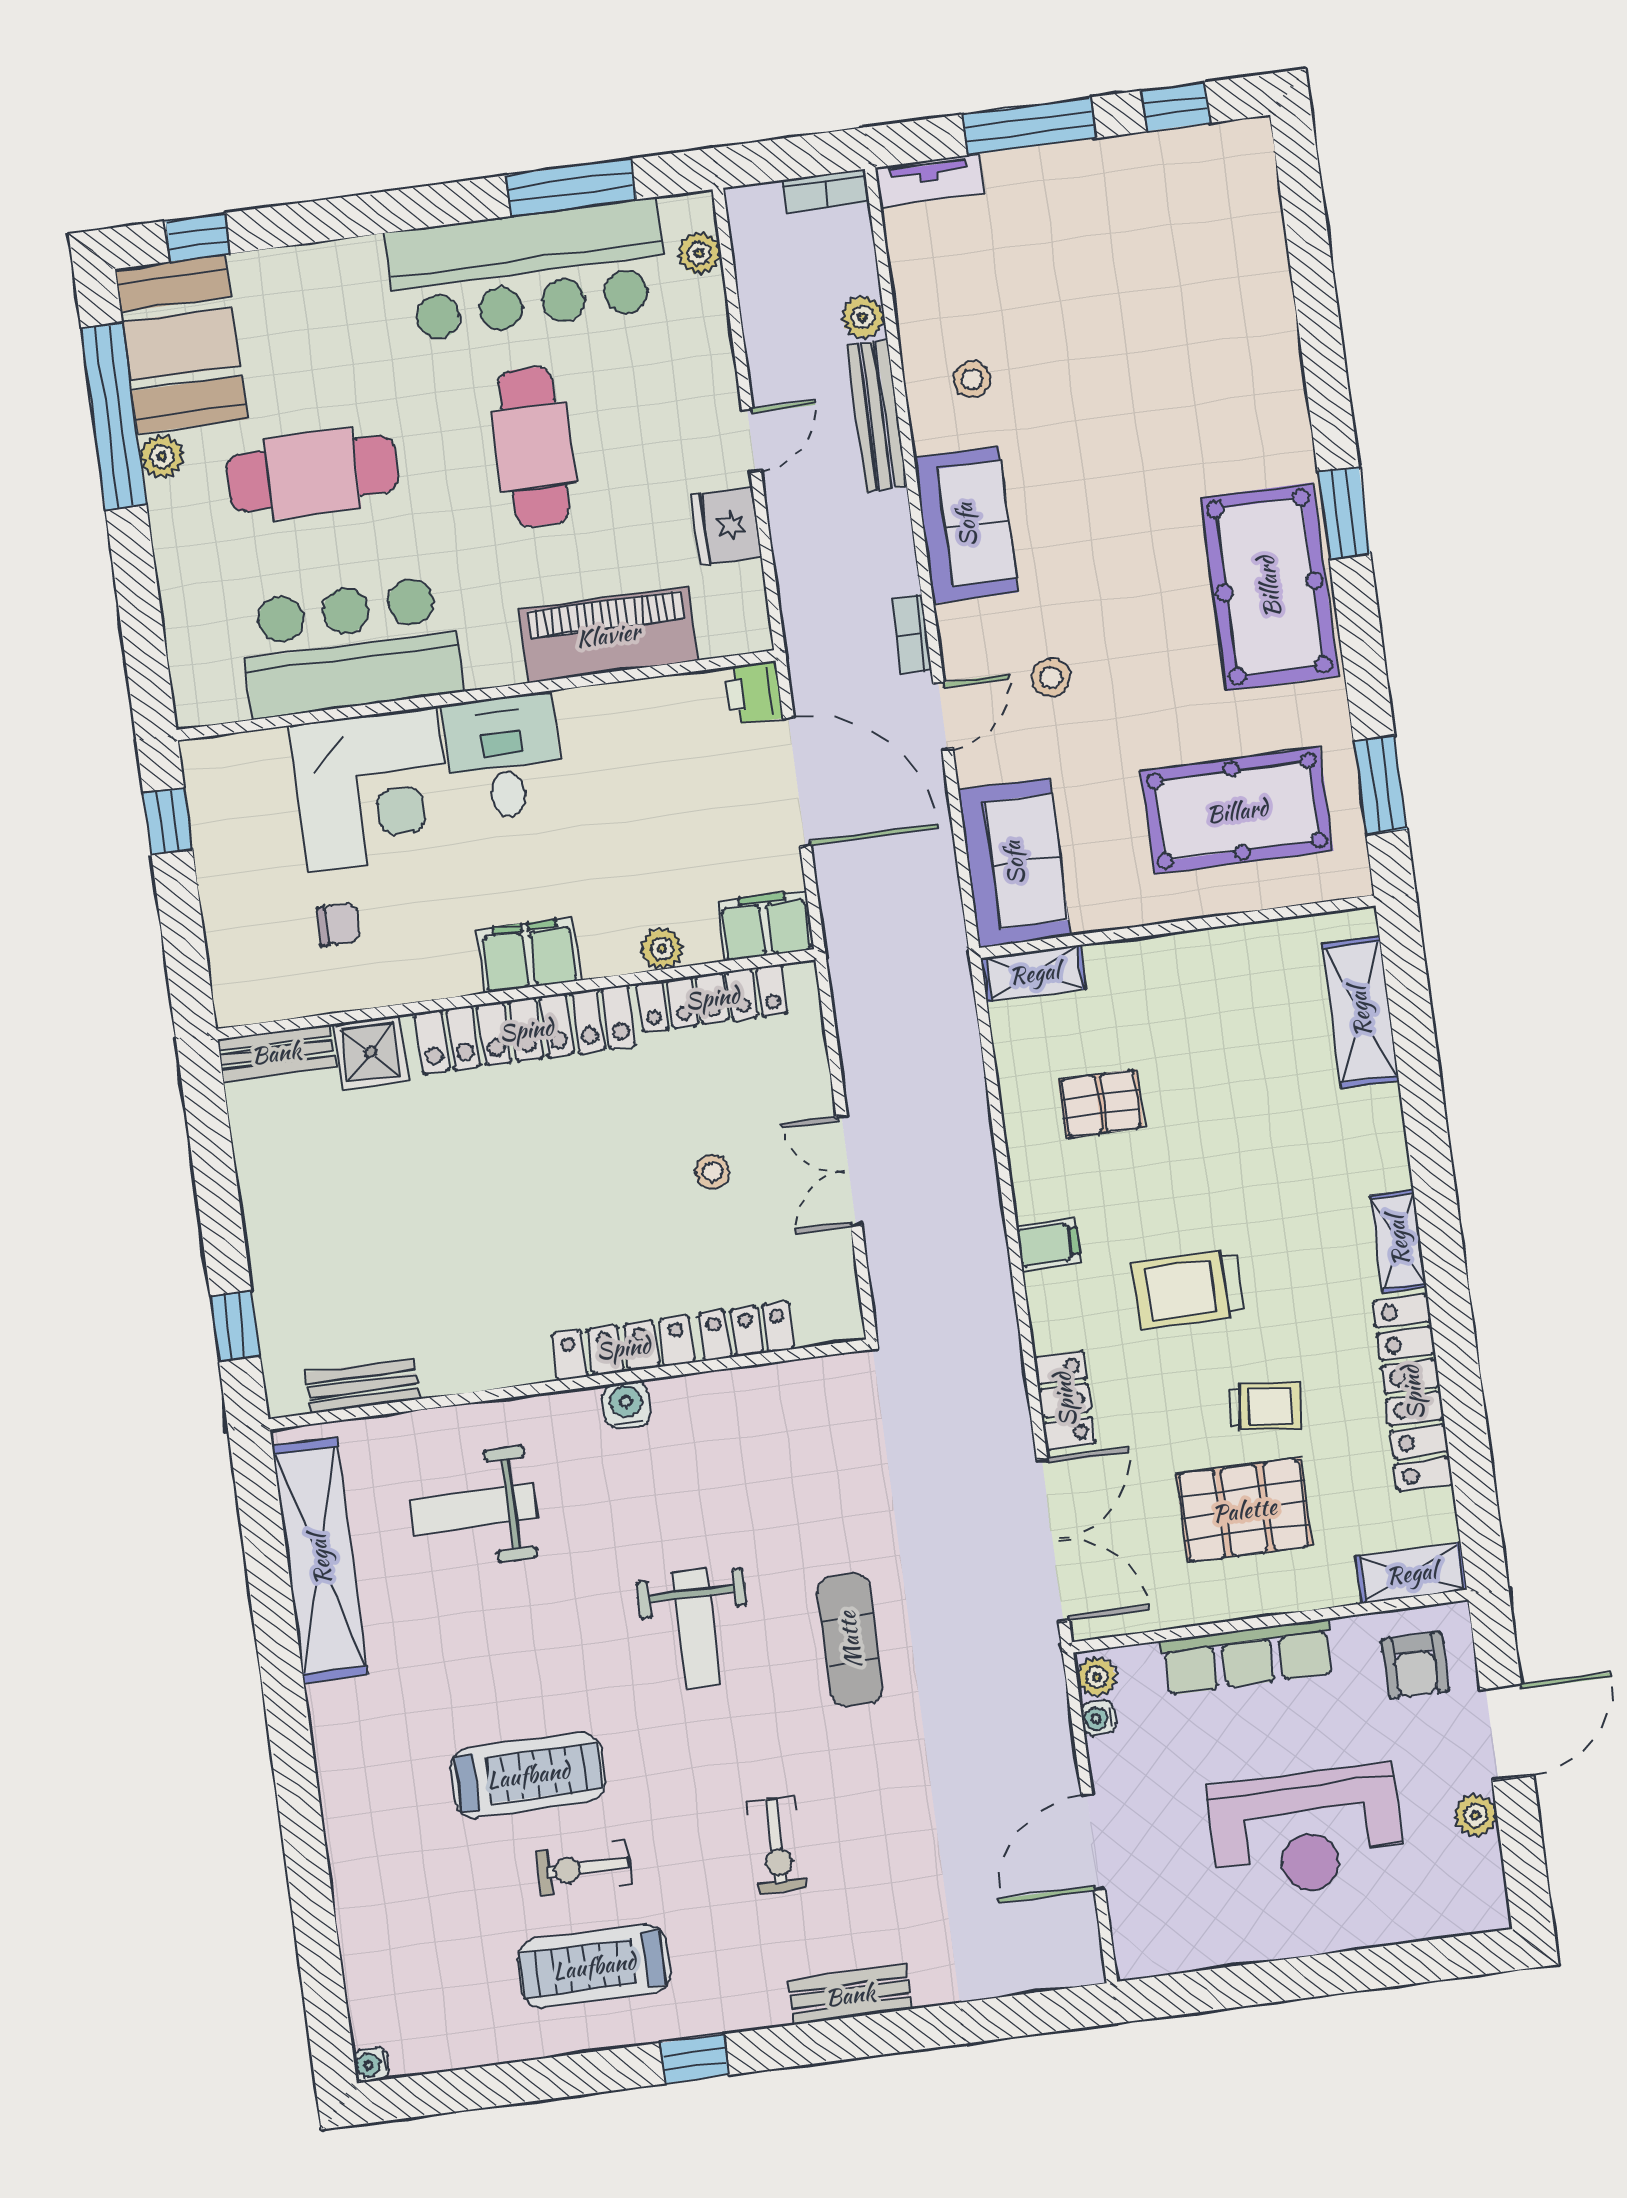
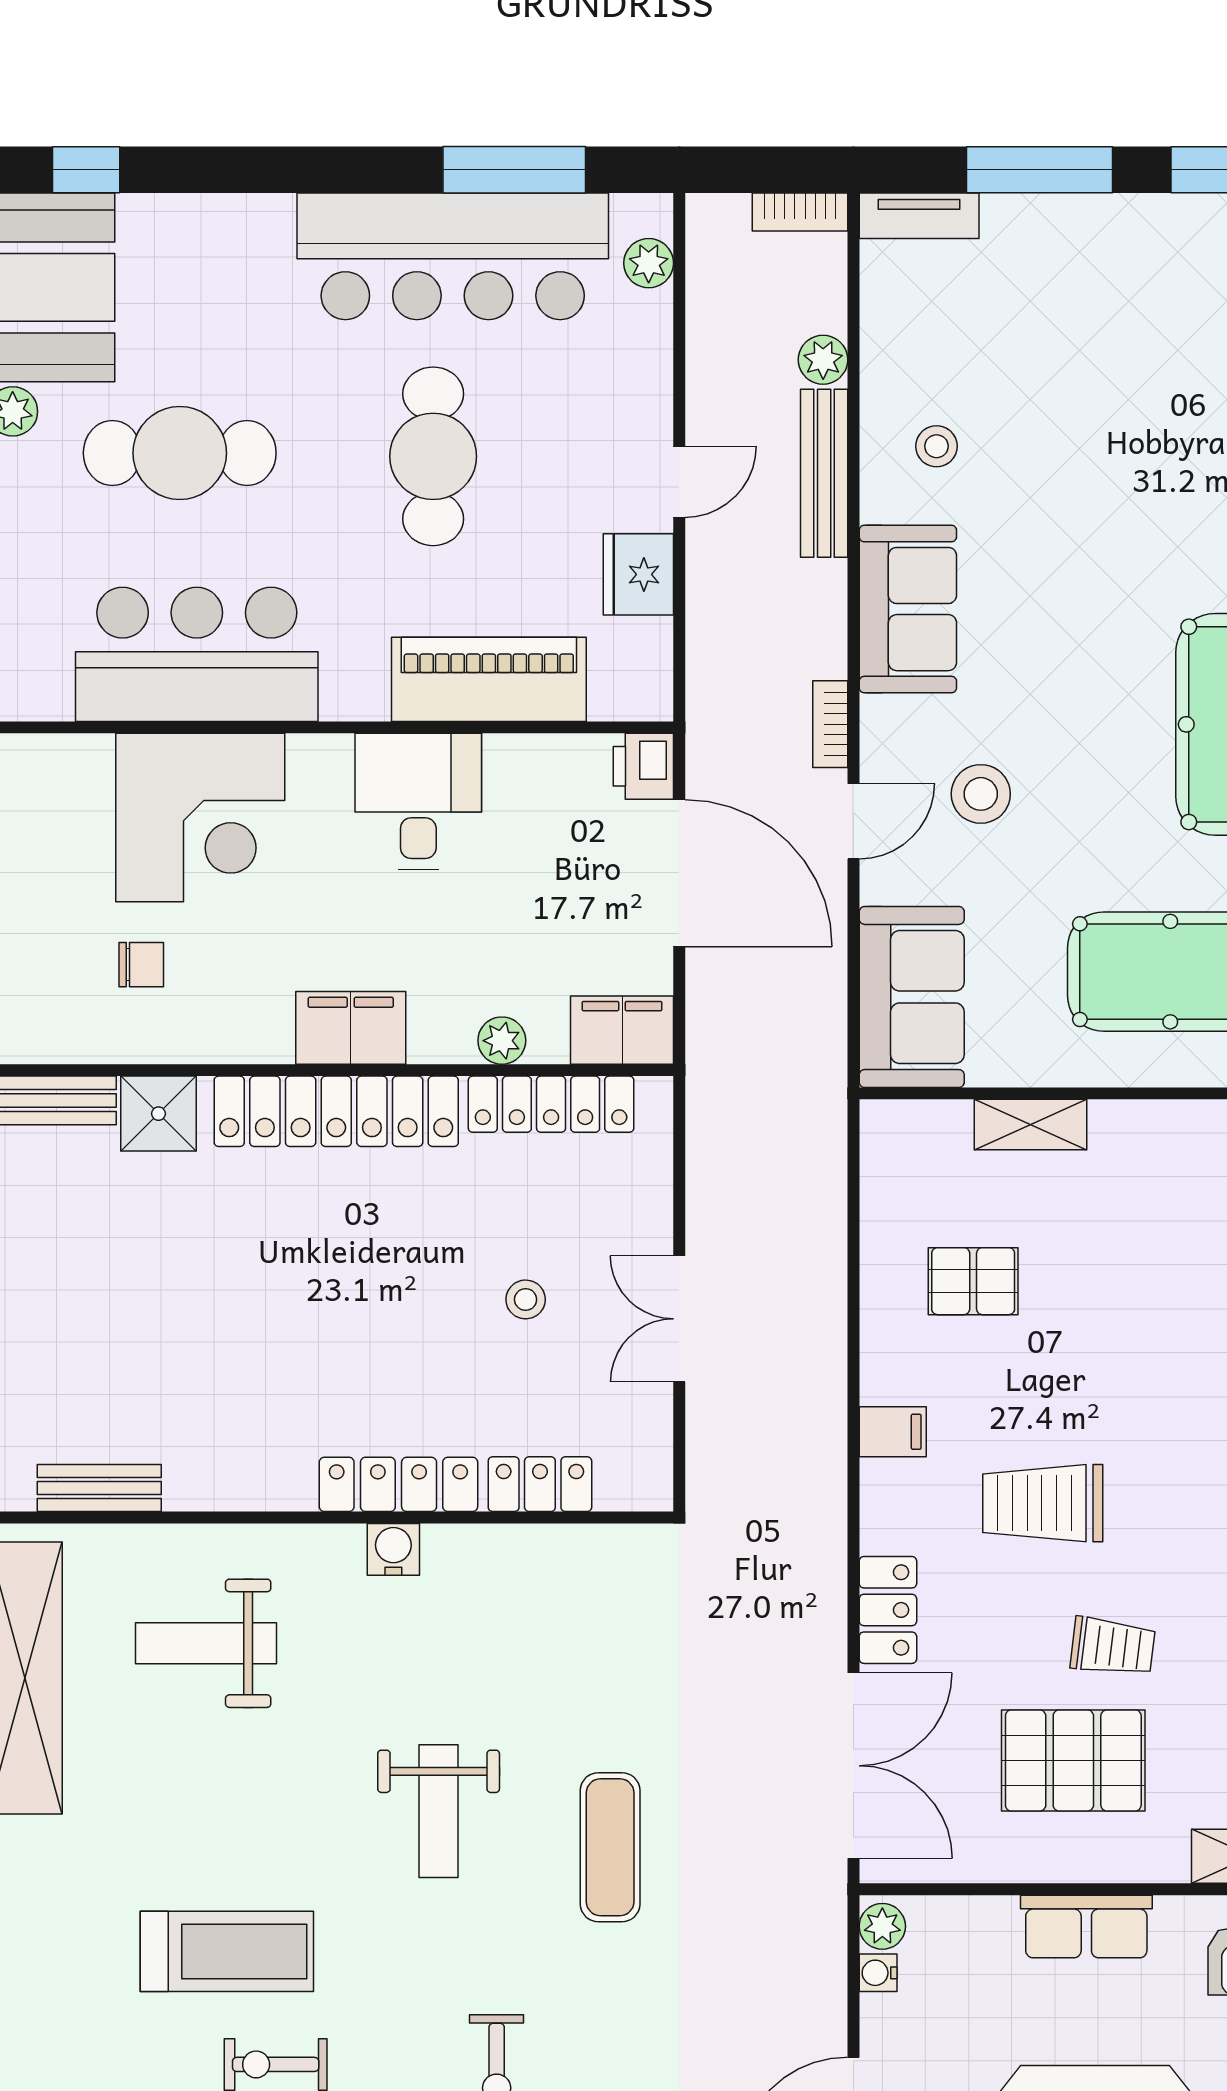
stool: (1051, 678) -> (981, 794), width x1.37, depth x1.37
desk: (504, 757) -> (418, 801), moved
shelving: (1034, 973) -> (1031, 1125), moved
row of seats: (1247, 1657) -> (1086, 1927), width x0.68

